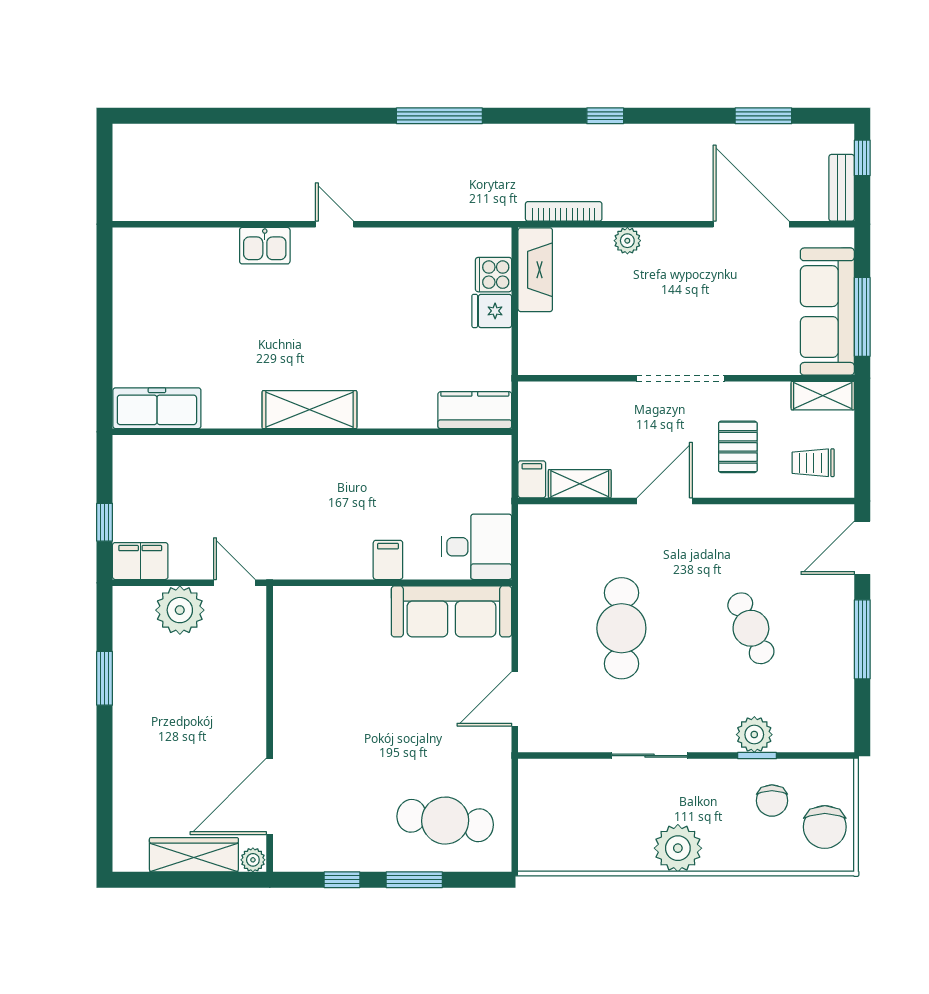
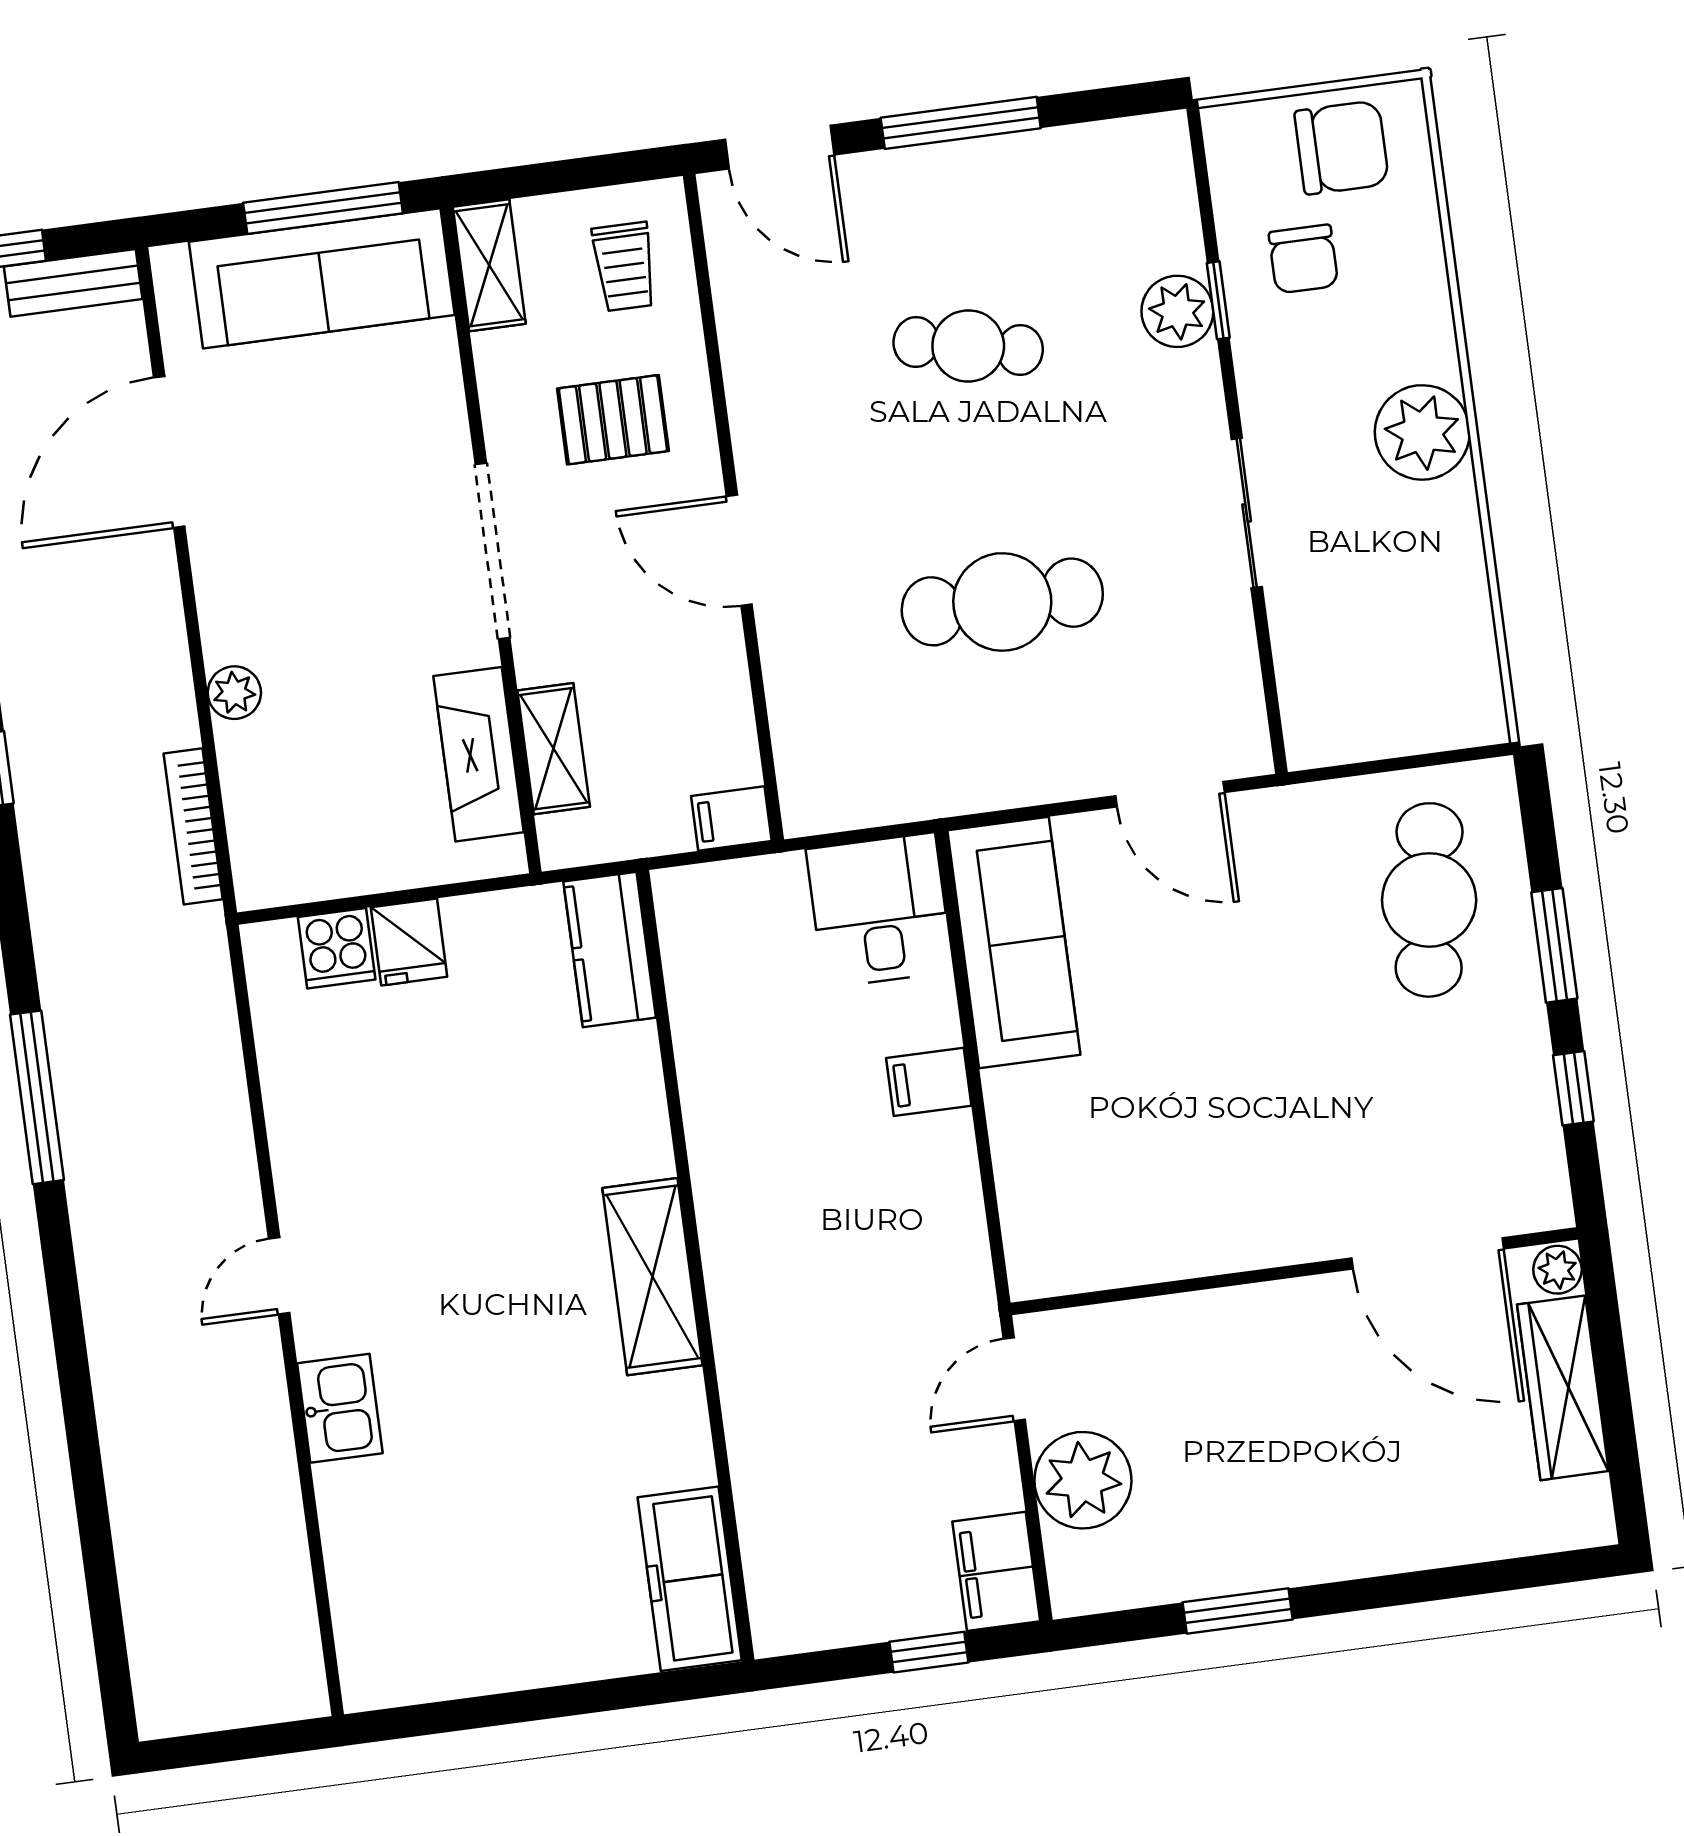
fireplace: (535, 270) -> (479, 754), moved, turned -90
shelving: (580, 484) -> (554, 749), moved
cafe table: (751, 628) -> (968, 346), turned 36
chair: (772, 801) -> (1303, 259), turned 90

